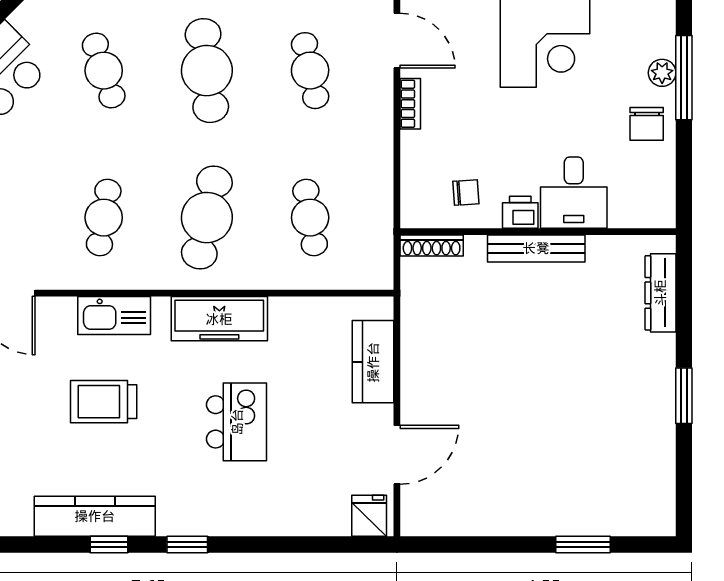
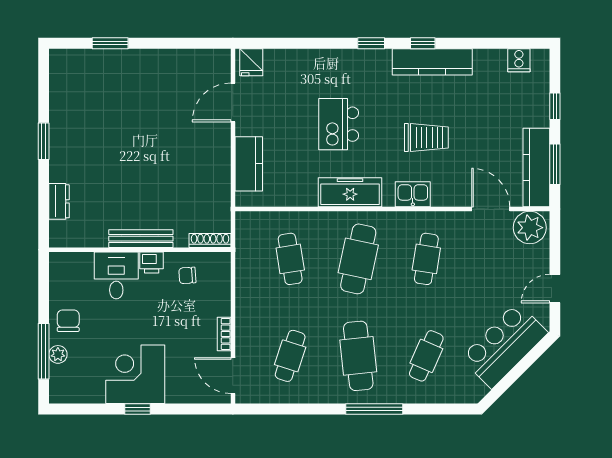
cafe table: (104, 71) -> (426, 356), turned 42
cafe table: (310, 71) -> (290, 356), turned 30
dresser: (660, 293) -> (59, 201), width x0.70
kitchen sink: (114, 316) -> (413, 194), width x0.73

